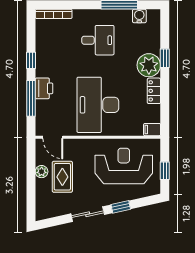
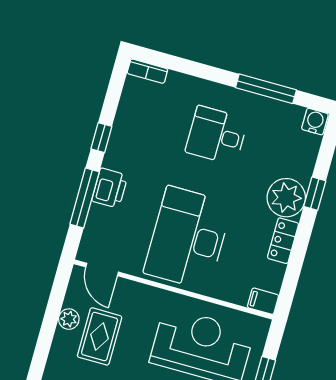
bookcase: (54, 14) -> (147, 71), width x0.64
water cooler: (139, 16) -> (315, 122), moved
desk: (98, 40) -> (217, 135), turned 180

